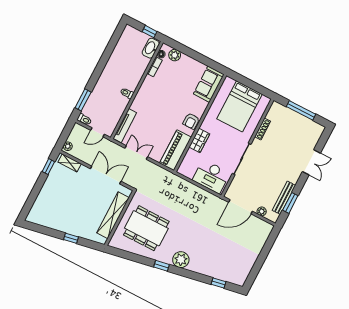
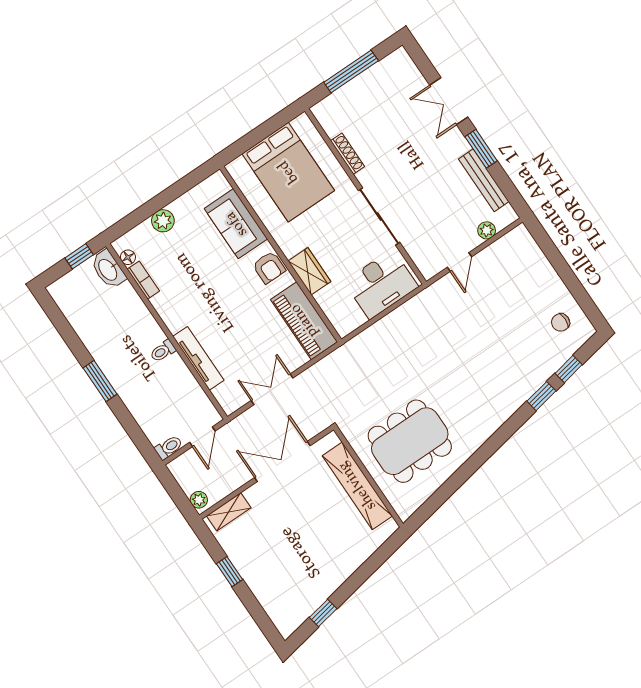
plant: (175, 55) -> (163, 221), moved
sofa: (209, 84) -> (236, 224), moved
window: (83, 100) -> (100, 381), moved
tv unit: (125, 126) -> (198, 358), moved
double door: (311, 162) -> (449, 101), swing flipped
window: (48, 167) -> (230, 572), moved
window: (290, 203) -> (481, 149), moved
door: (241, 207) -> (459, 262), width x0.53
window: (71, 238) -> (323, 613), moved
plant: (181, 260) -> (494, 412), removed
window: (162, 266) -> (541, 396), moved
chair: (238, 268) -> (561, 322), added

